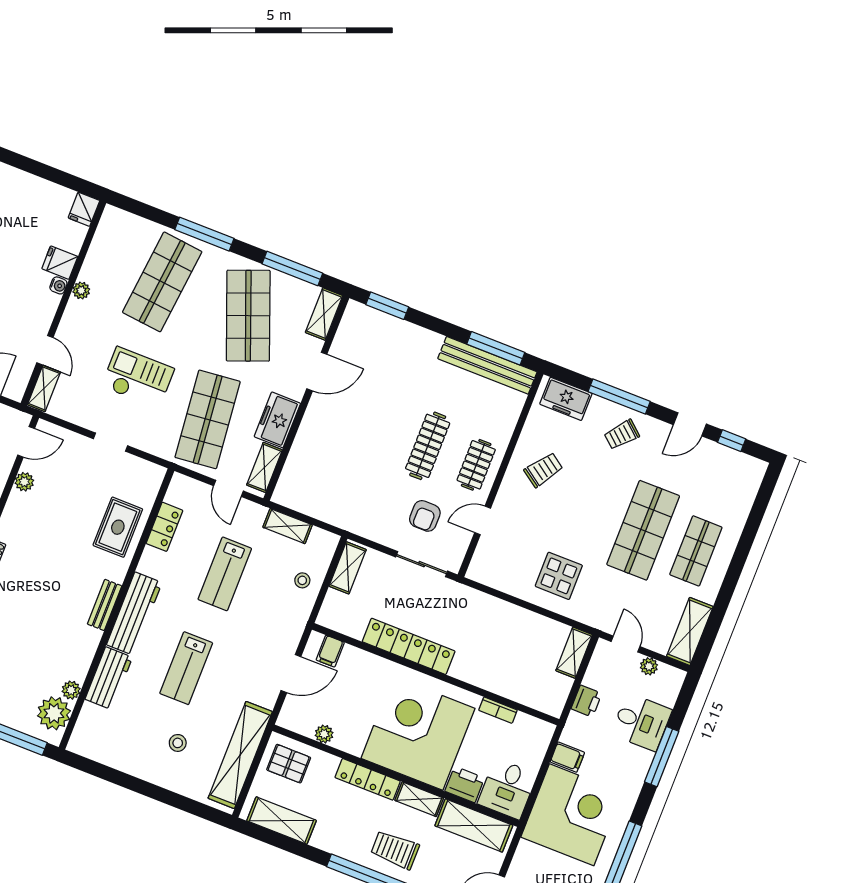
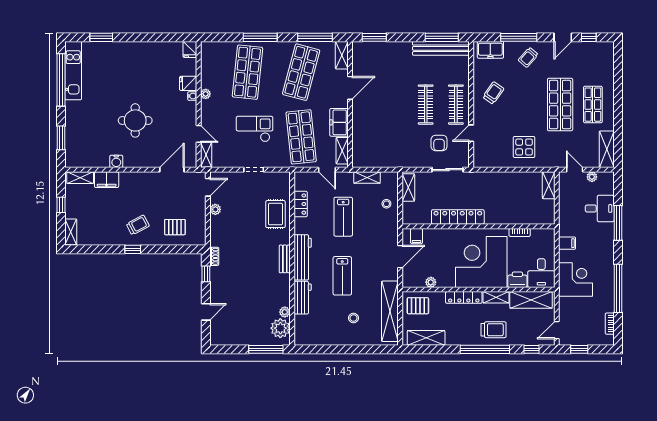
shop shelf: (248, 316) -> (301, 72), turned 36
clothes rail: (476, 465) -> (456, 105), width x1.36
printer: (586, 701) -> (566, 209), removed
corner desk: (572, 815) -> (576, 279), width x0.74, depth x0.74
trolley: (395, 850) -> (494, 330), turned 180

